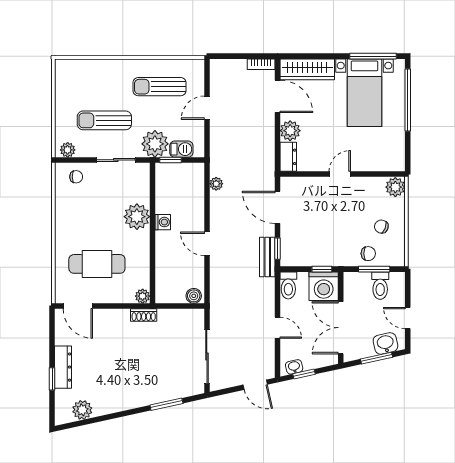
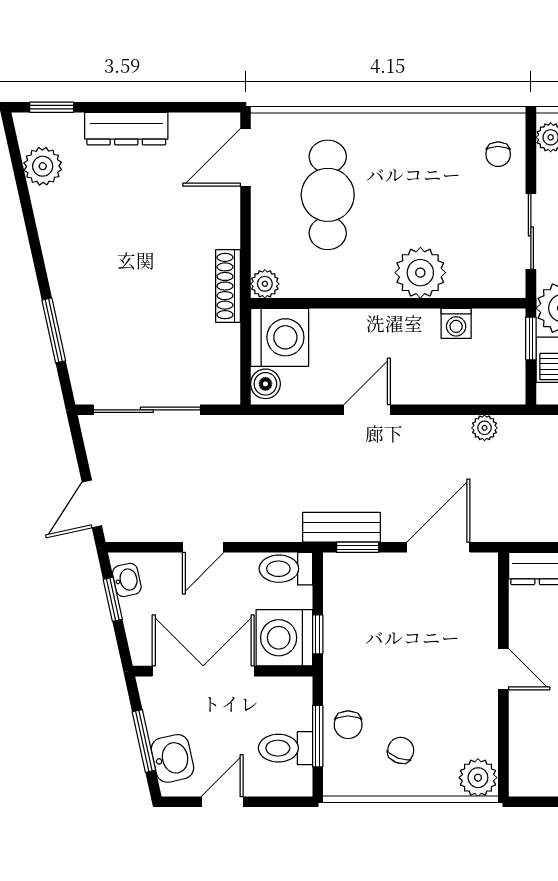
washing machine: (163, 222) -> (456, 323), moved
washing machine: (170, 289) -> (280, 337), added
shoe rack: (144, 315) -> (228, 286), width x1.43
window: (52, 379) -> (52, 107), moved

